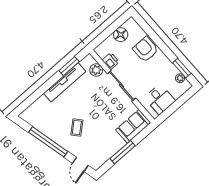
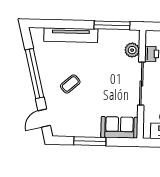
window: (69, 66) -> (112, 25), width x1.44
tv unit: (65, 82) -> (71, 35), moved

